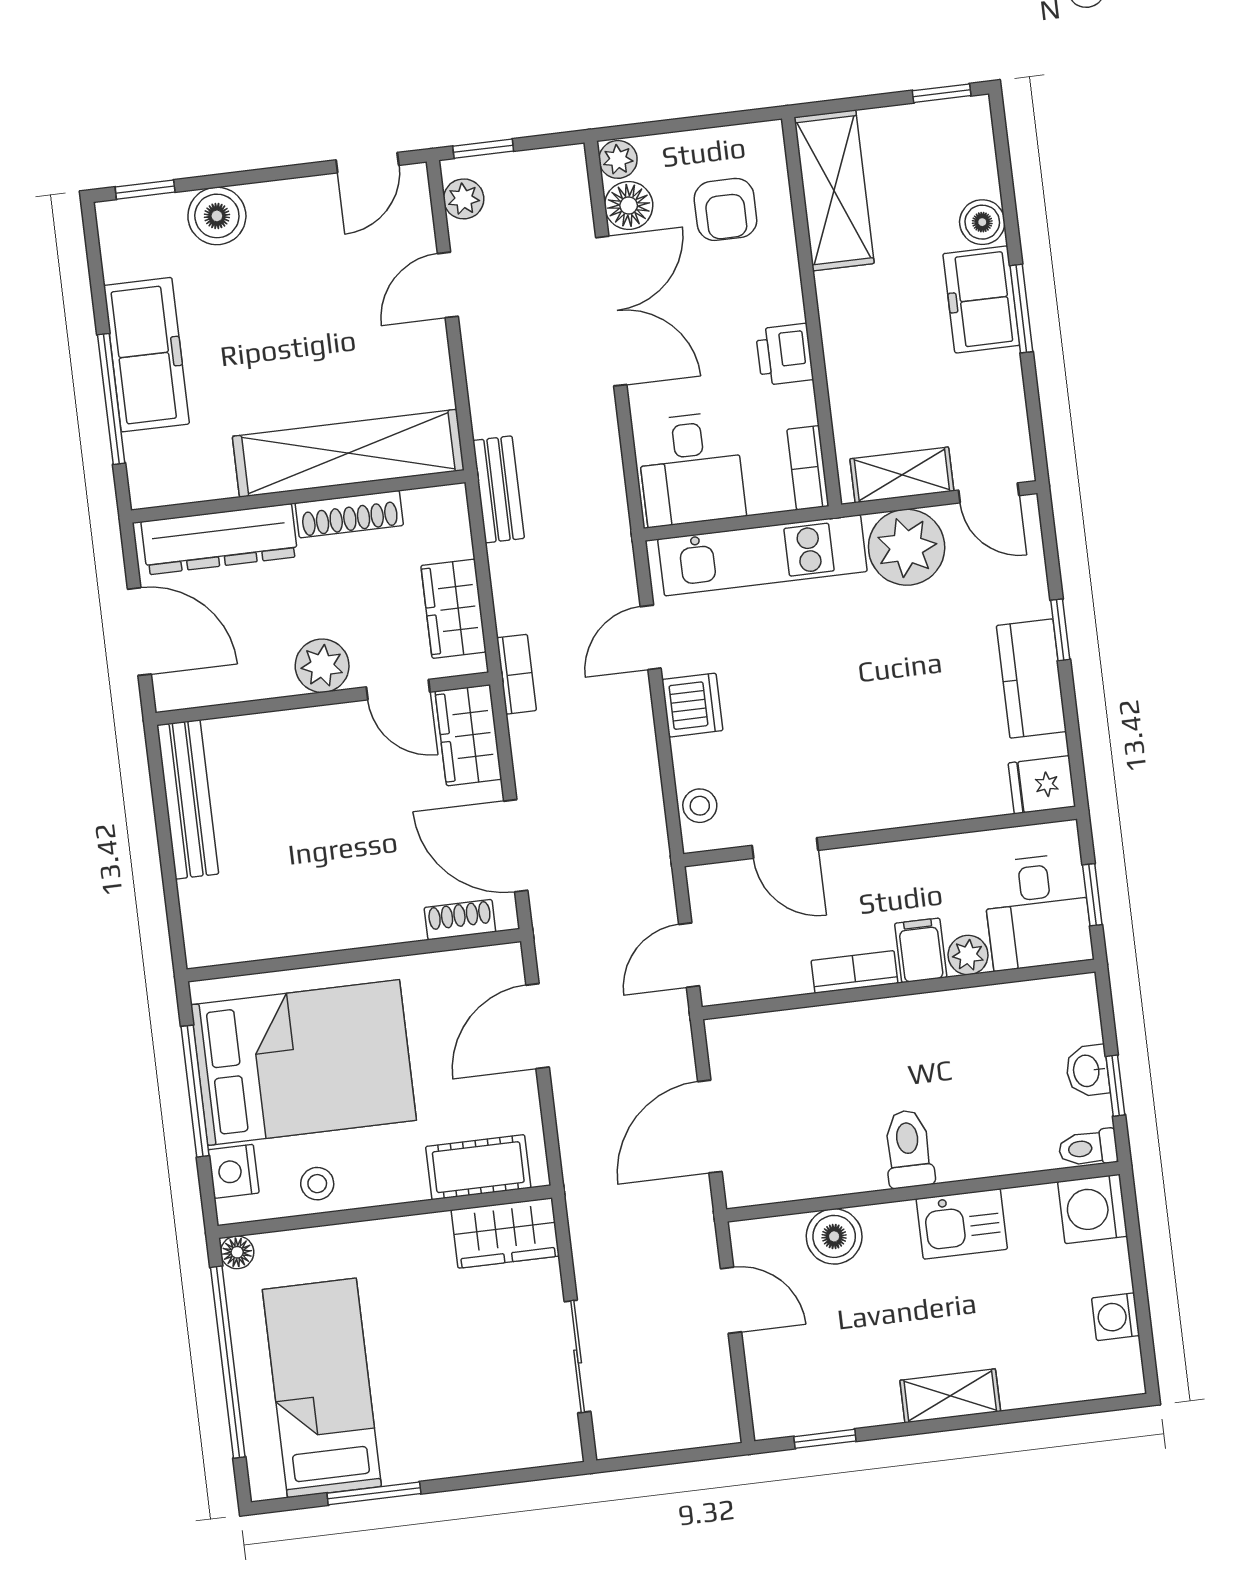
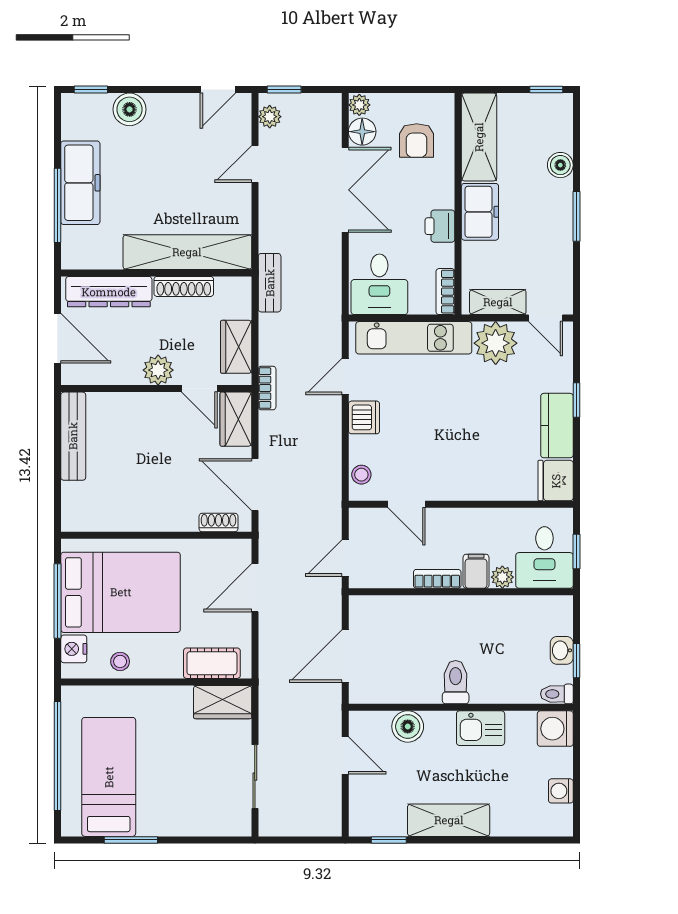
freezer: (981, 299) -> (480, 212), moved, turned 180
fridge: (1042, 785) -> (556, 481), width x1.38
floor lamp: (237, 1252) -> (70, 695), removed
shelving: (950, 1396) -> (449, 820), width x1.50, depth x1.33

